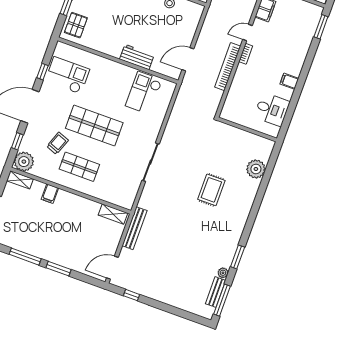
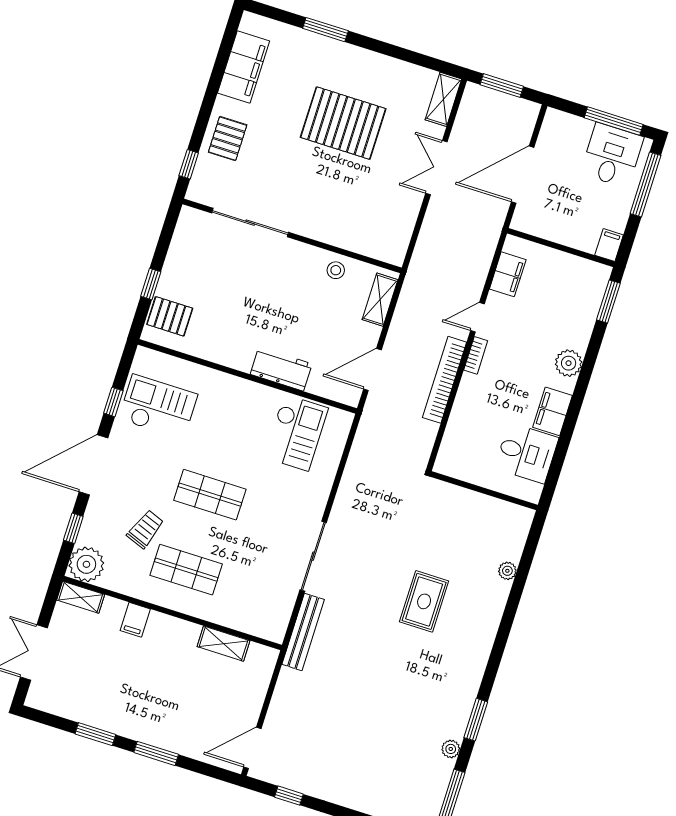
shelving: (194, 21) -> (380, 300), added
pallet: (76, 25) -> (170, 316), turned 90
plant: (297, 60) -> (569, 363), added
filing cabinet: (289, 81) -> (553, 411), width x2.00
checkout: (144, 93) -> (296, 433), turned 180
shop shelf: (94, 126) -> (210, 495), width x0.70, depth x0.74
plant: (256, 169) -> (507, 571), width x0.53, depth x0.53
shelving: (113, 214) -> (223, 644), moved
bench: (135, 228) -> (303, 632), moved
window: (25, 257) -> (95, 734), width x0.69
bench: (216, 292) -> (439, 784), removed

